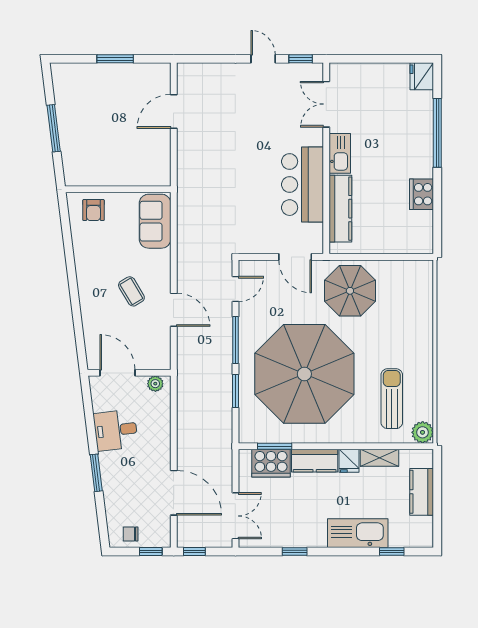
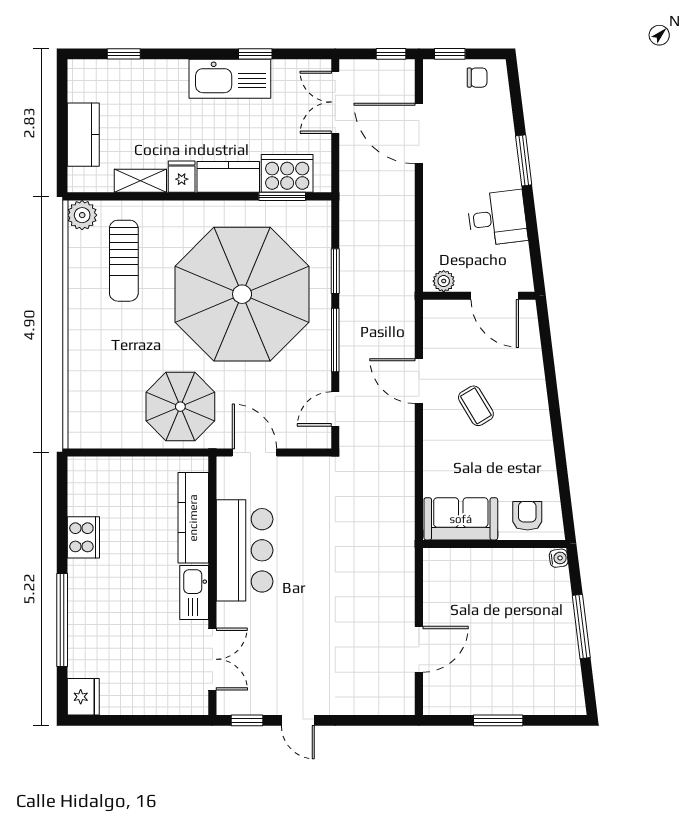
water cooler: (70, 179) -> (559, 558), added
sofa: (155, 221) -> (461, 519), moved, turned -90
kitchen sink: (358, 533) -> (230, 79), moved

